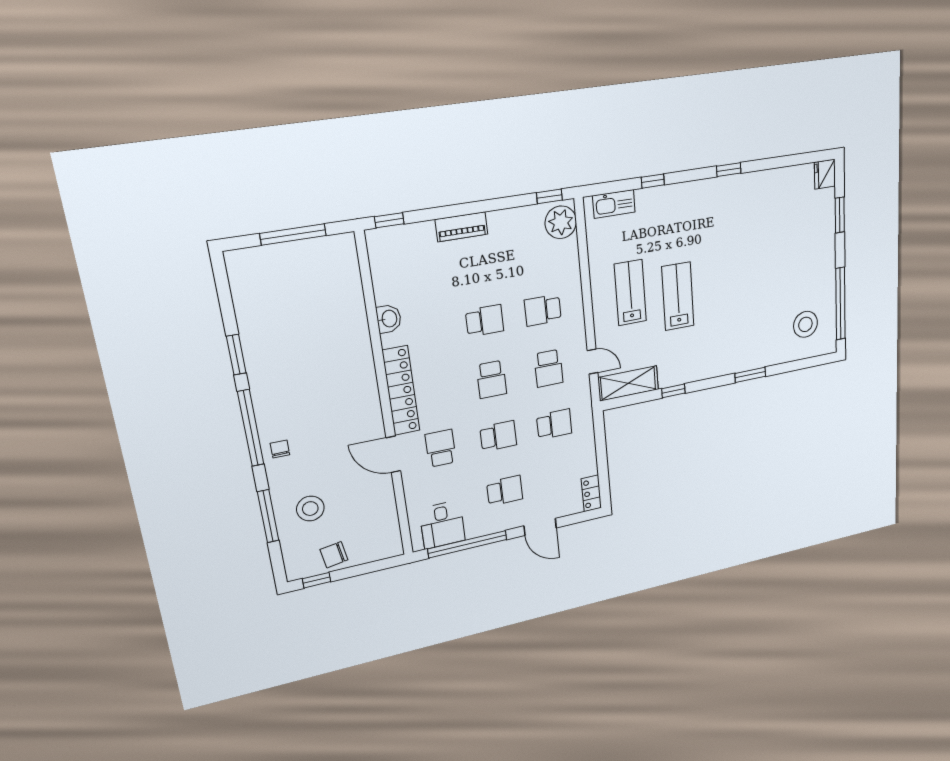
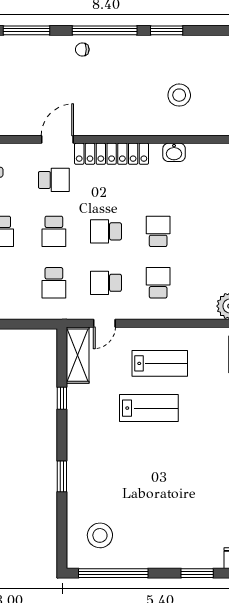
school desk: (485, 321) -> (158, 231), turned 180
chair: (280, 449) -> (82, 49), turned 180
stool: (310, 509) -> (179, 95), moved

